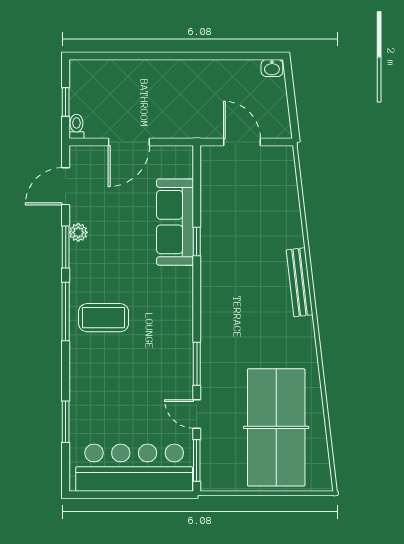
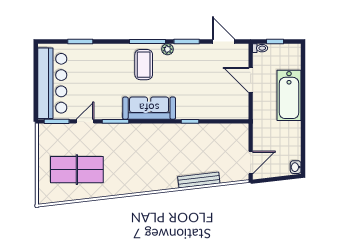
bathtub: (154, 79) -> (289, 95), added
door: (242, 142) -> (251, 162), moved
sofa: (175, 222) -> (149, 108), moved
plant: (78, 232) -> (168, 49), moved
bench: (299, 282) -> (199, 180), moved
table tennis table: (276, 427) -> (77, 170), width x0.73, depth x0.76

